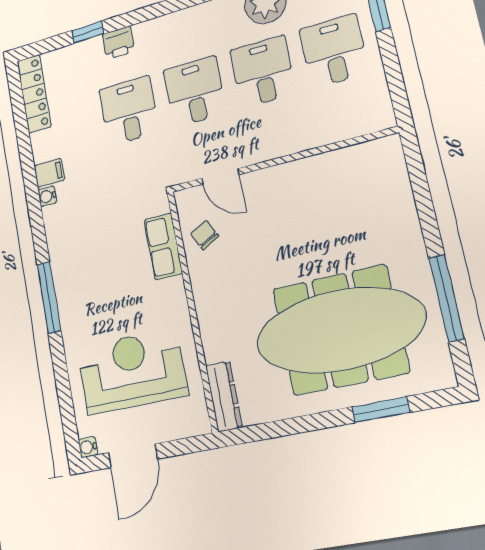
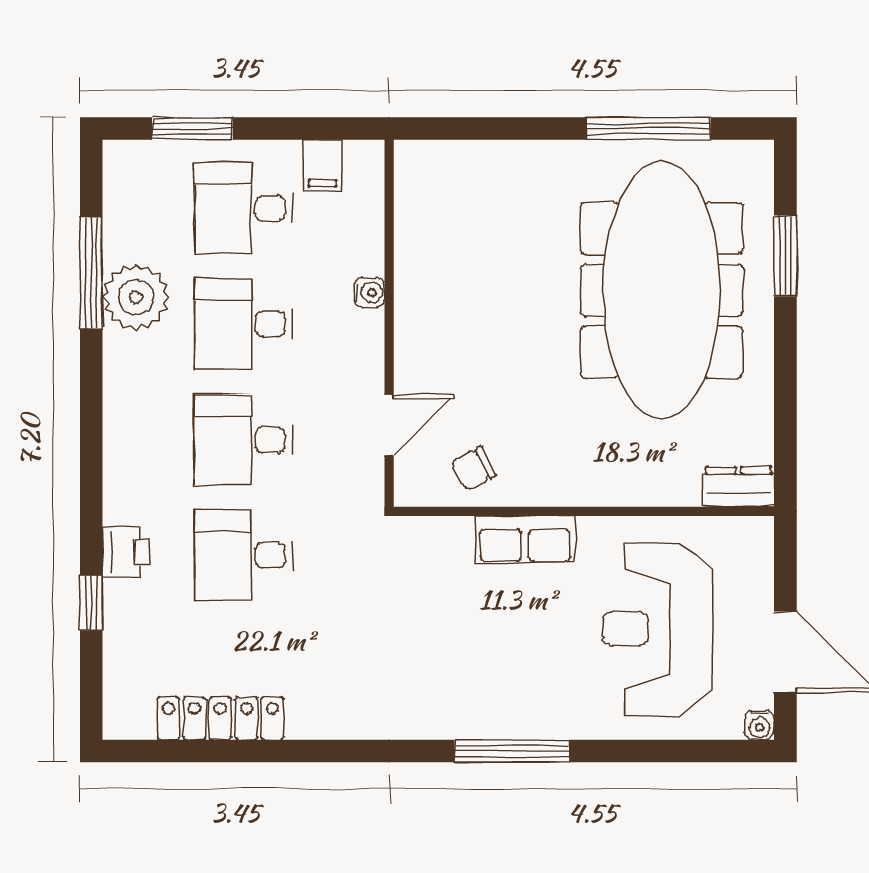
locker: (34, 94) -> (220, 718), moved
filing cabinet: (49, 173) -> (322, 165), moved, turned 180
water cooler: (47, 196) -> (369, 292), moved, turned -90
row of seats: (163, 246) -> (525, 540), moved
dresser: (224, 396) -> (739, 487), width x0.70

